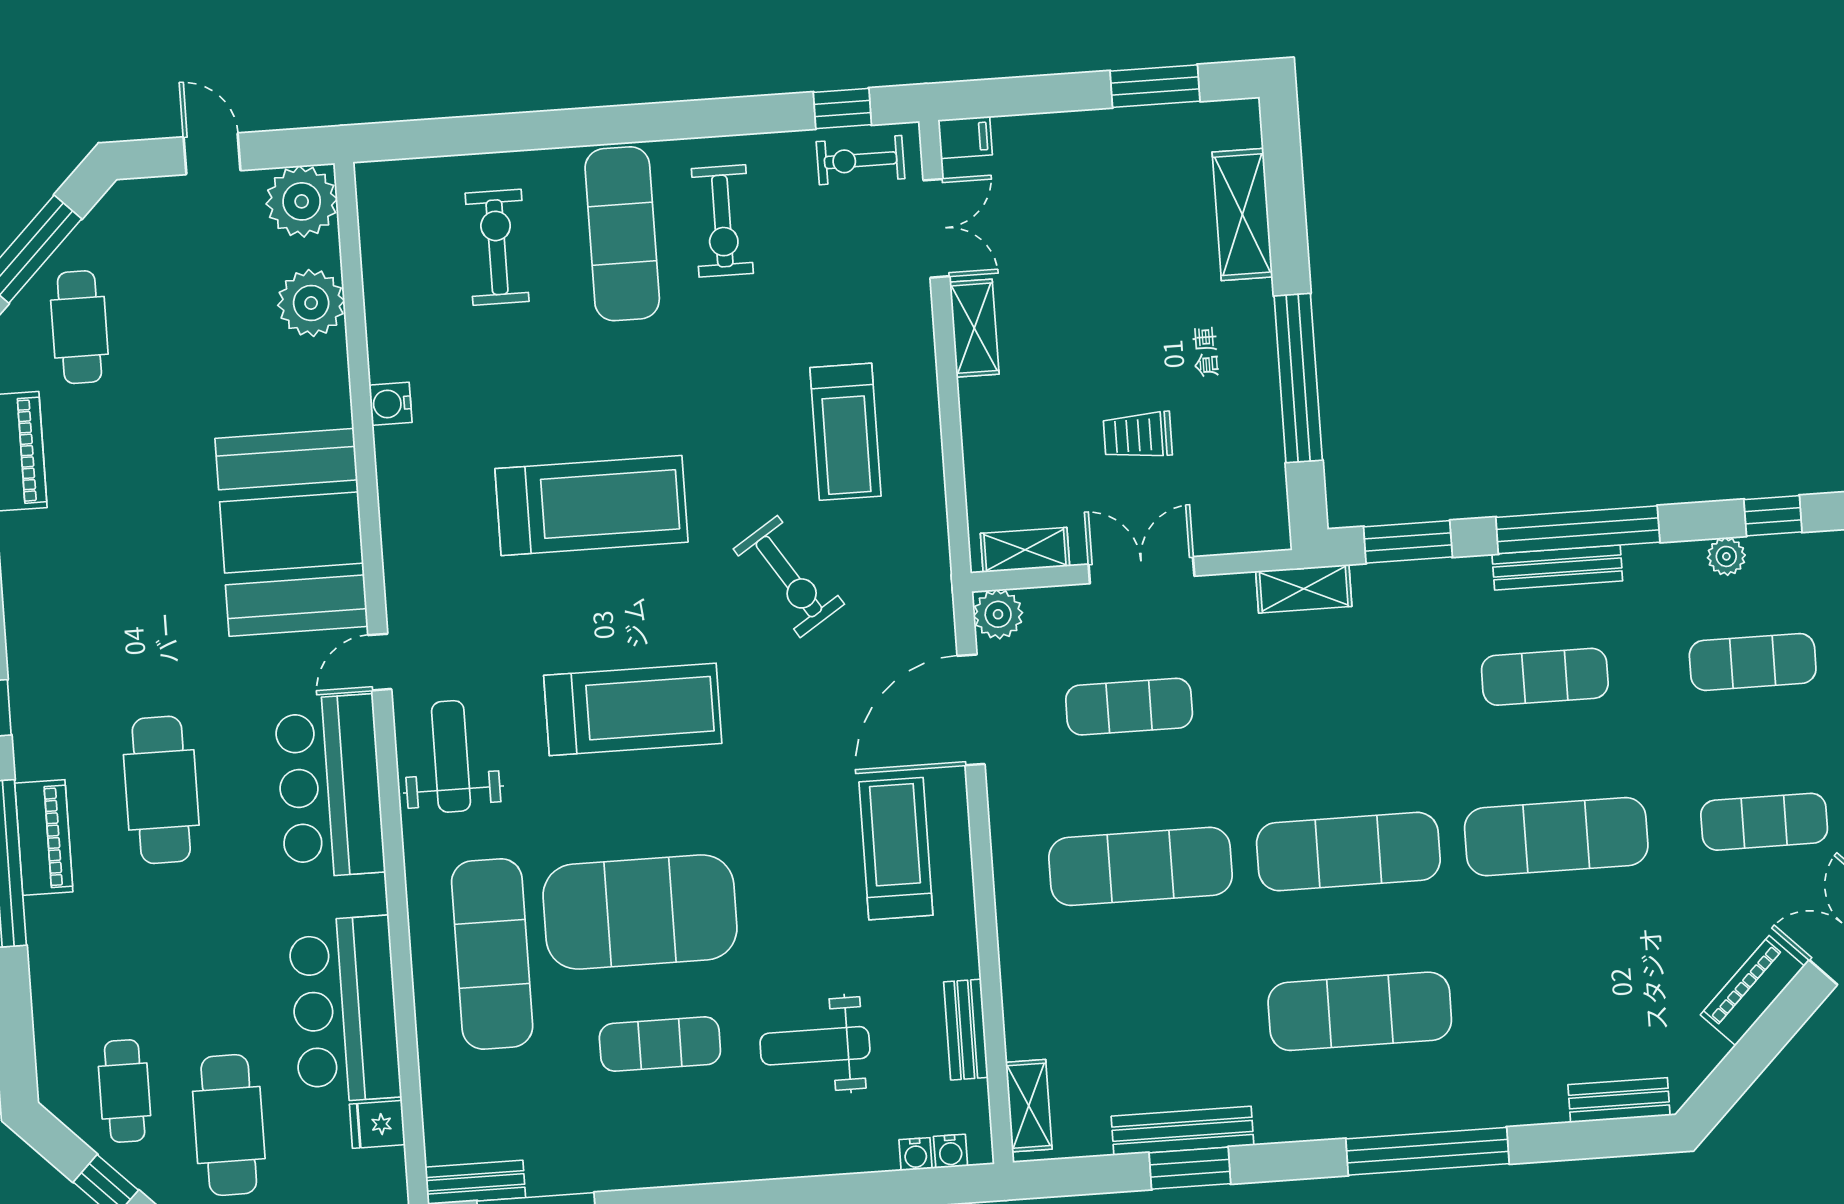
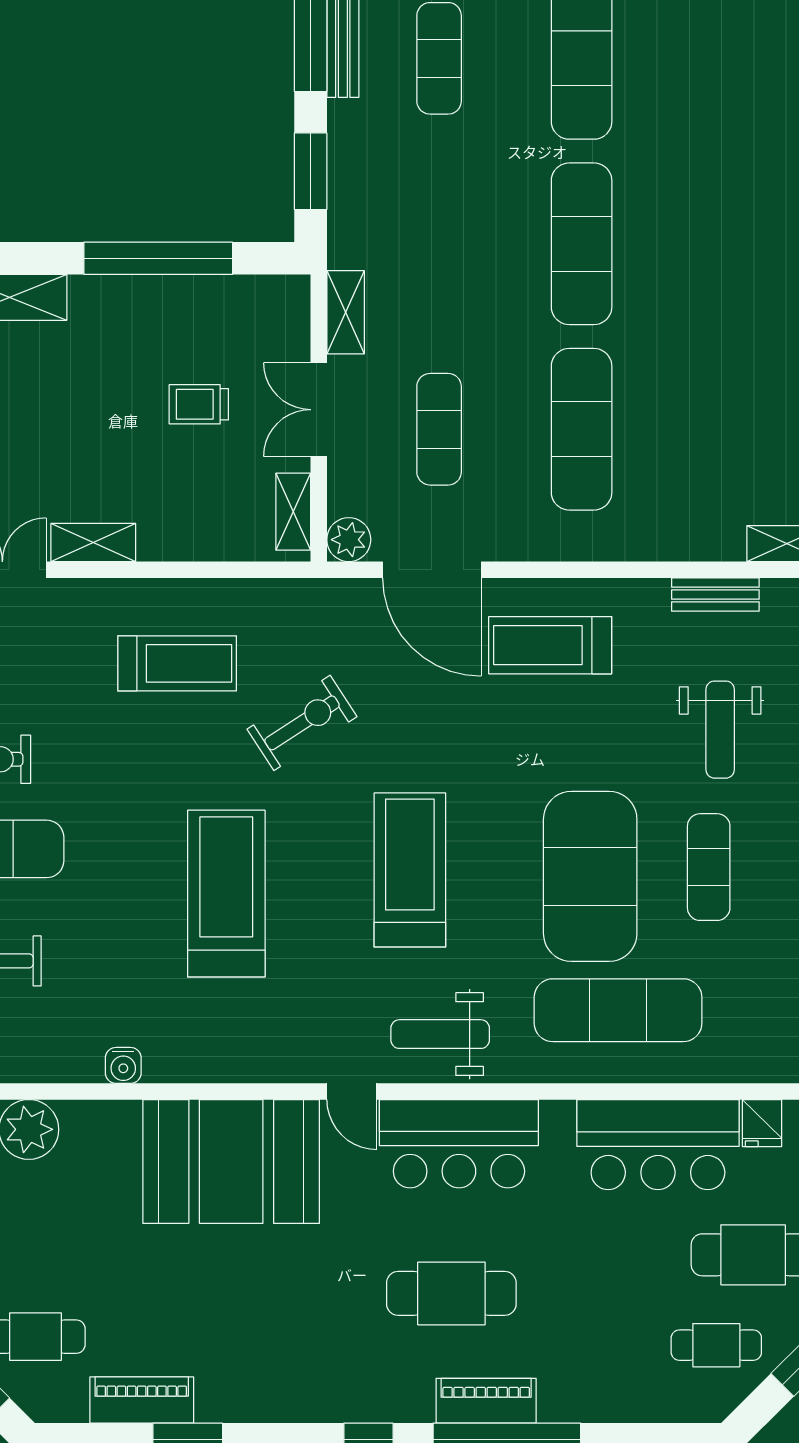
trolley: (1138, 435) -> (199, 404), turned 90
shelving: (1304, 589) -> (346, 312), moved
exercise mat: (1360, 1011) -> (724, 244), removed

